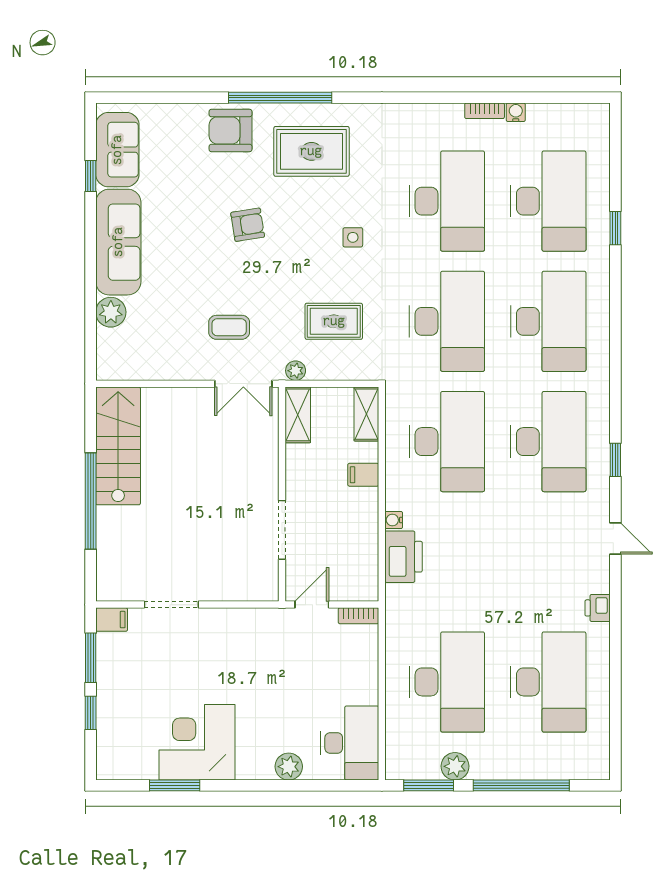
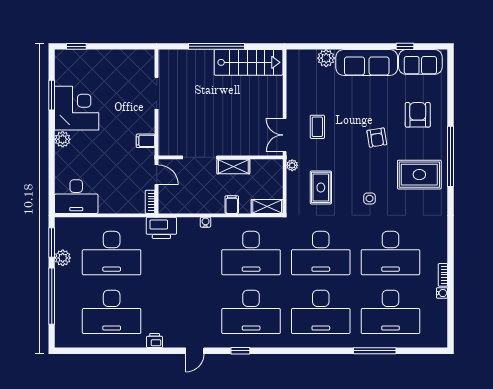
armchair: (231, 130) -> (418, 115), moved
rug: (311, 151) -> (419, 175), turned 90
window: (615, 228) -> (375, 351), width x2.17
shelving: (298, 415) -> (233, 167), moved
printer: (404, 557) -> (161, 228), moved
filing cabinet: (112, 620) -> (146, 141), moved, turned 90
window: (91, 658) -> (126, 46), removed
window: (91, 713) -> (76, 46), moved
plant: (289, 767) -> (63, 139), moved

